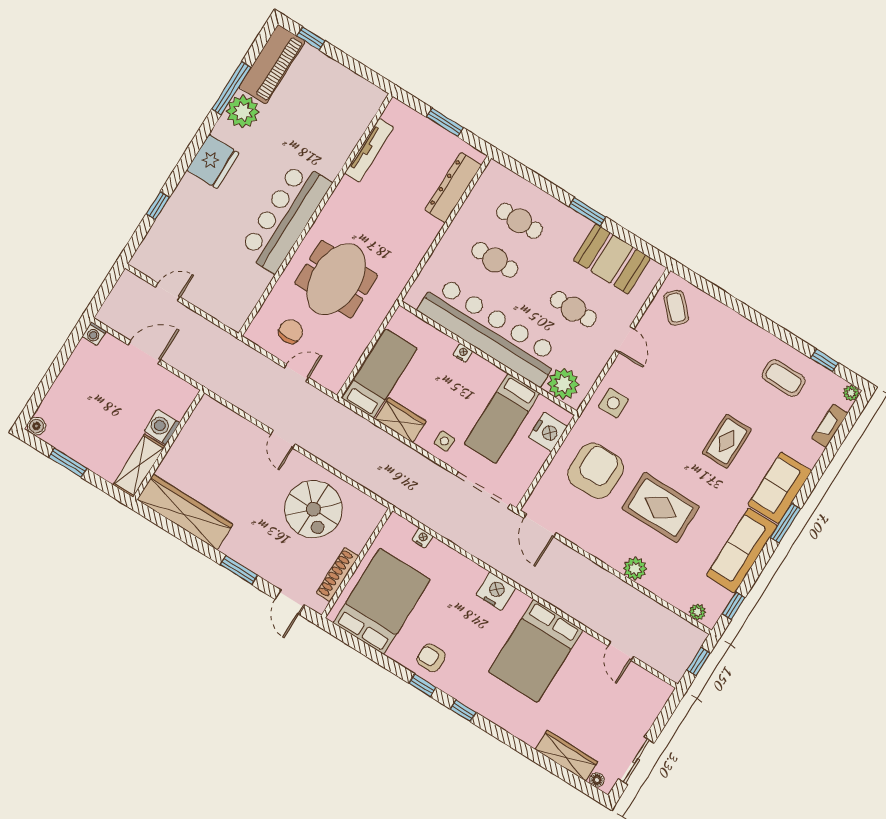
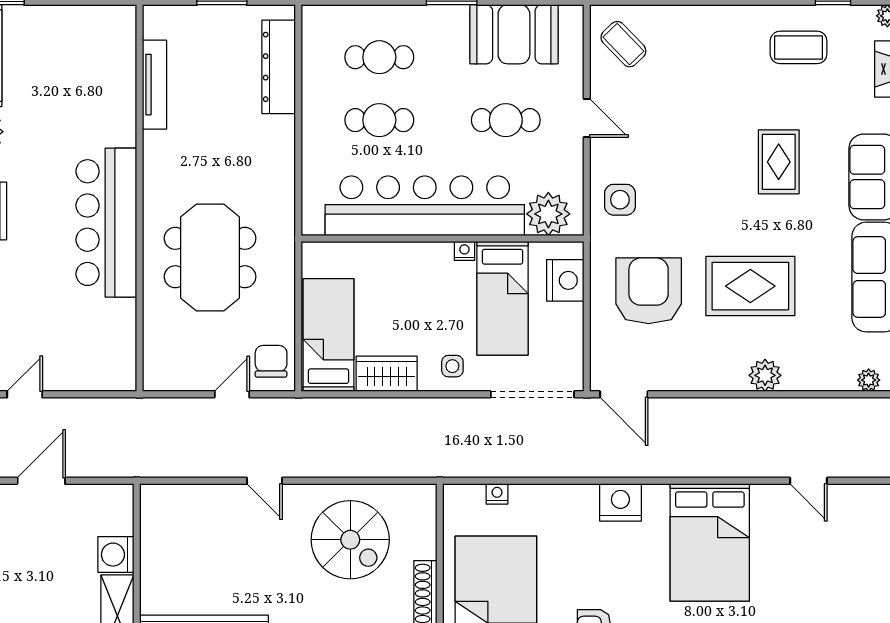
chair: (291, 331) -> (271, 361), moved
nightstand: (463, 353) -> (464, 251), moved

